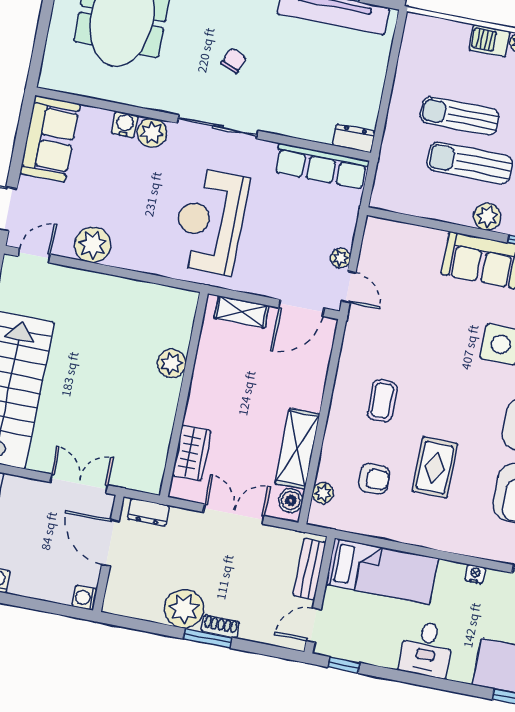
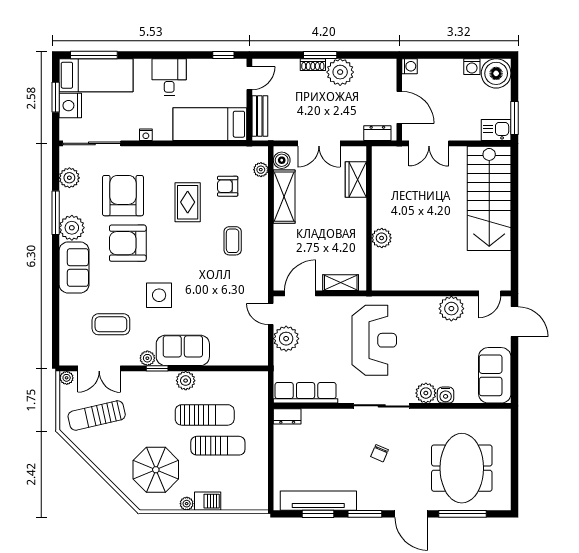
plant: (341, 258) -> (286, 339), width x1.88, depth x1.88

